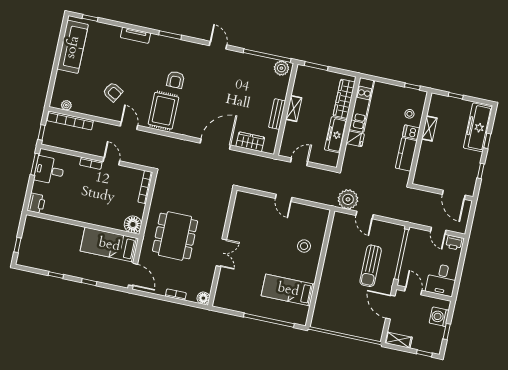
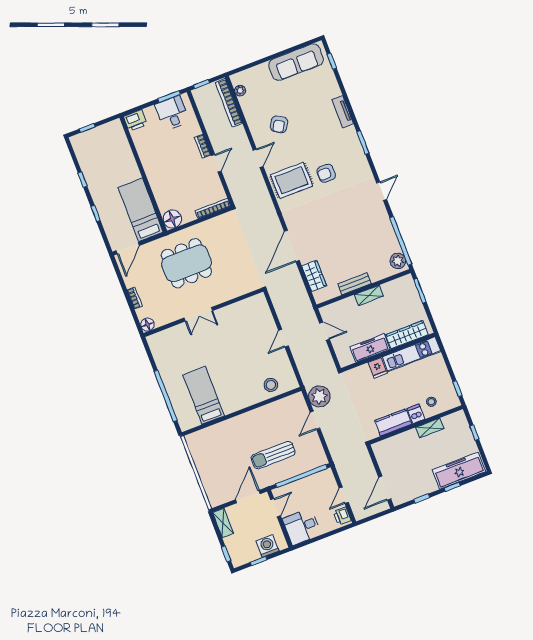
door: (215, 144) -> (292, 246), swing flipped
stool: (304, 246) -> (271, 385), moved

